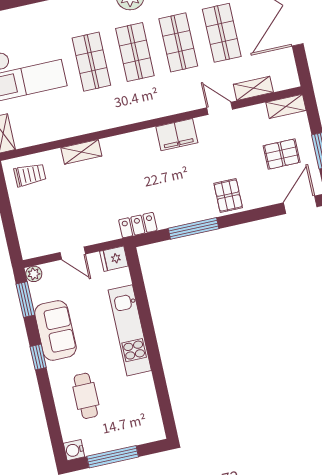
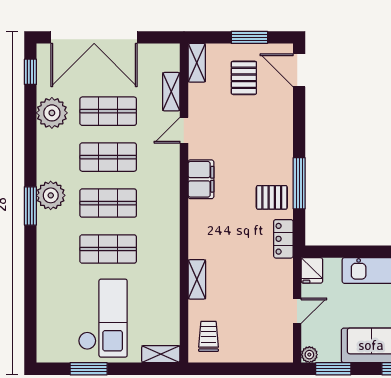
pallet: (228, 196) -> (272, 197), moved

